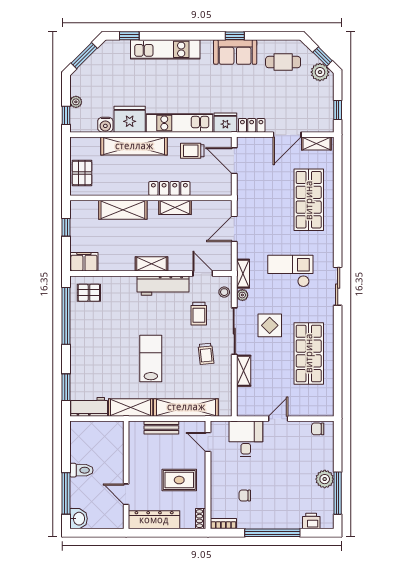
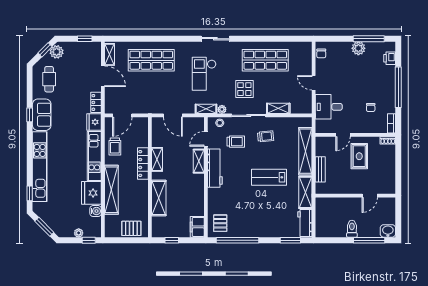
kitchen unit: (165, 49) -> (40, 167), width x1.36
shelving: (151, 264) -> (199, 161), moved
door: (208, 442) -> (343, 135), moved
dresser: (154, 520) -> (389, 175), removed

